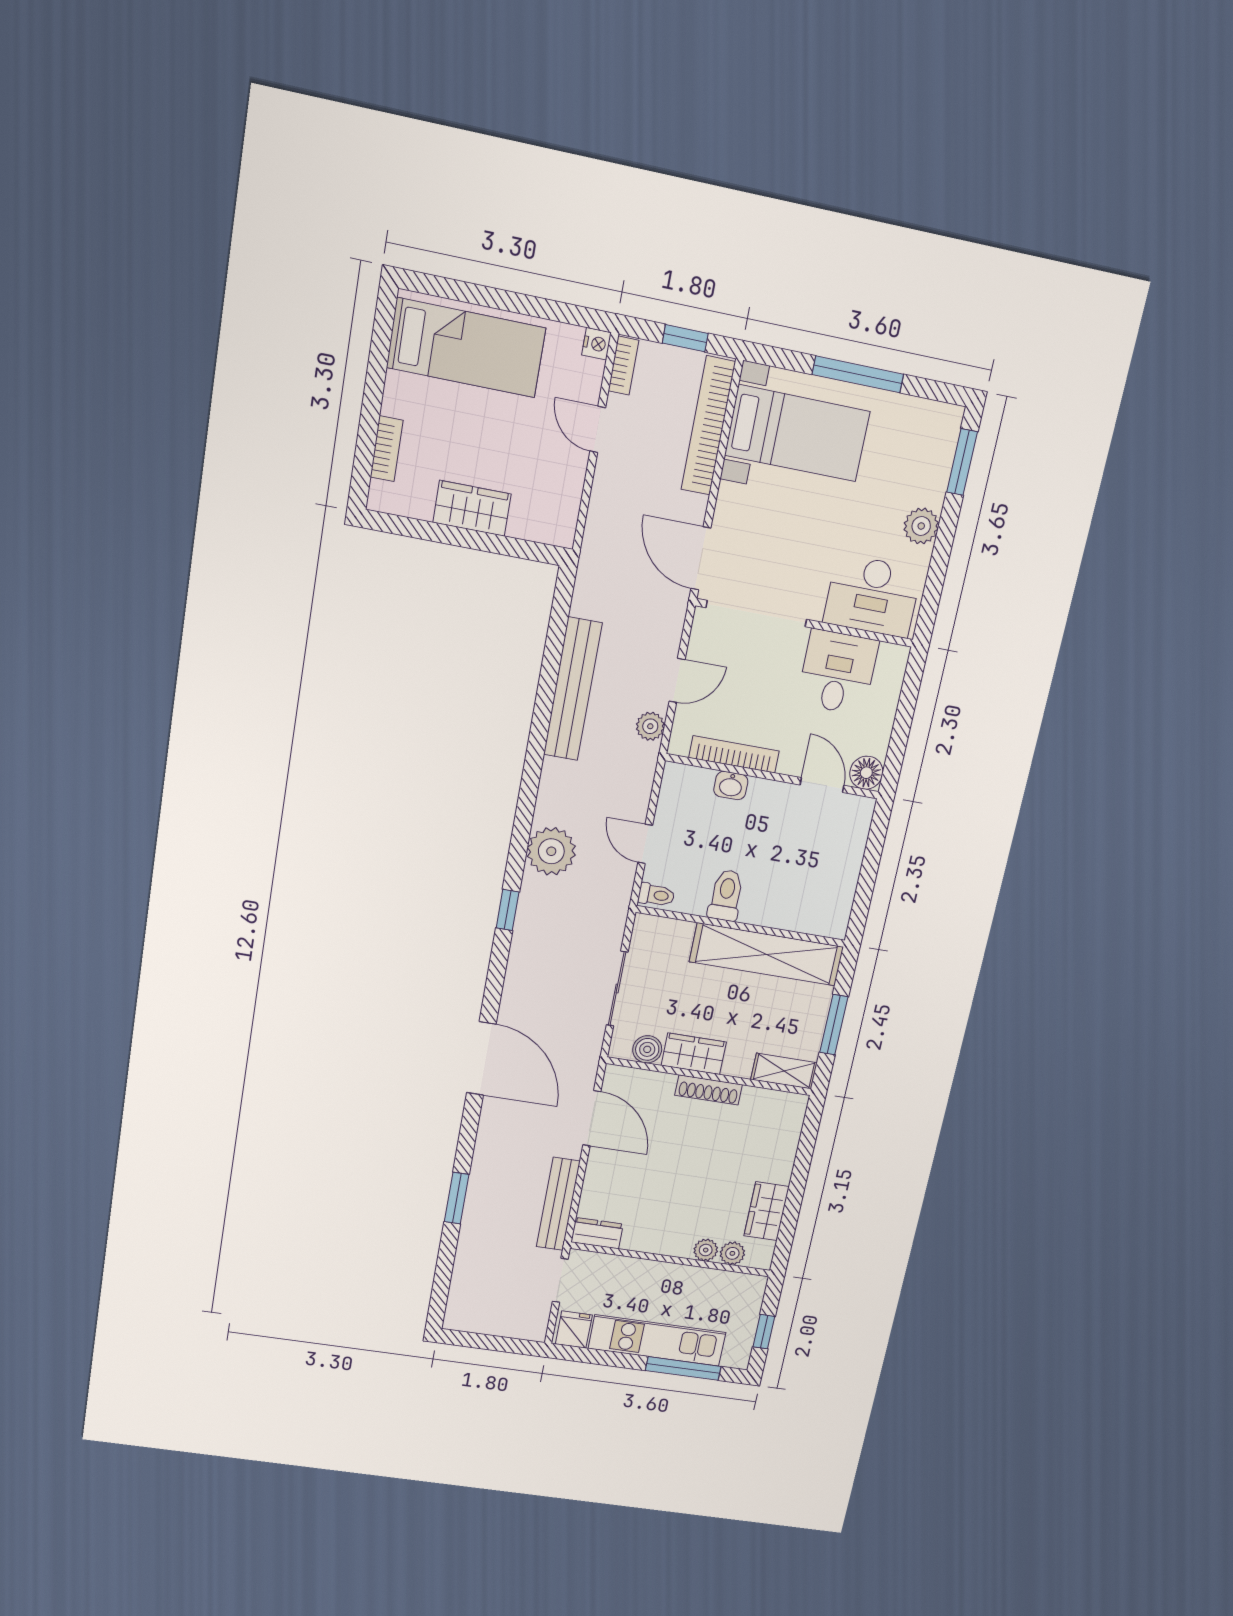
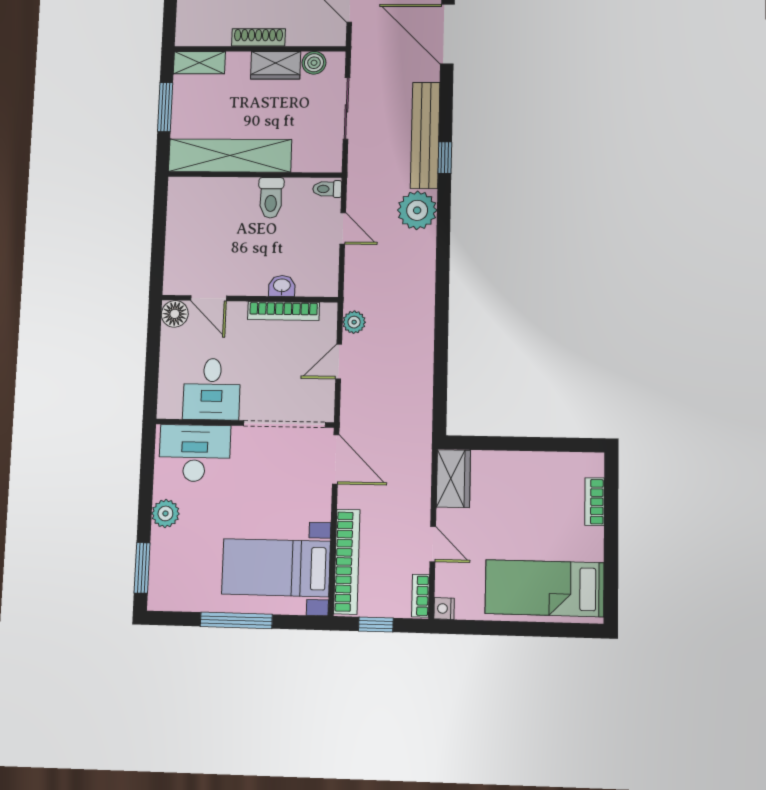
wardrobe: (472, 508) -> (453, 479), moved, turned -90
bench: (573, 689) -> (425, 135), moved

